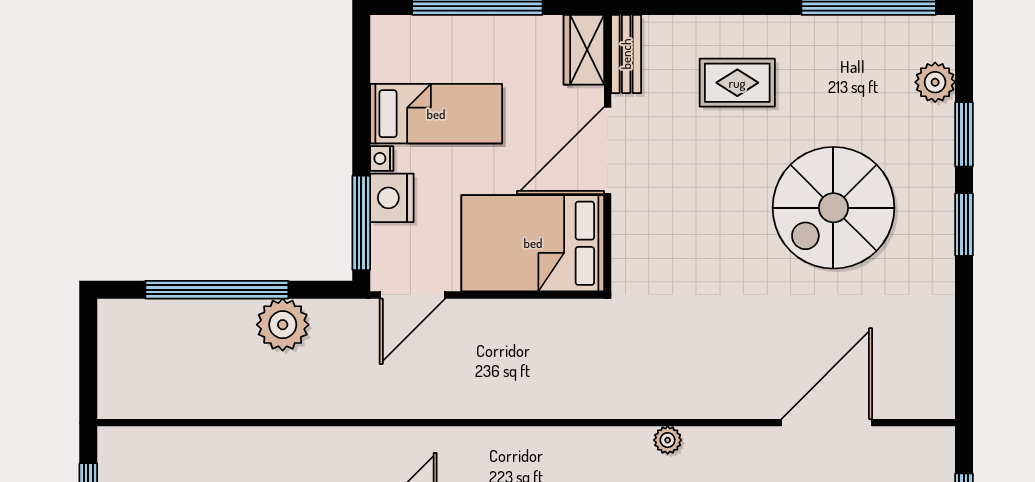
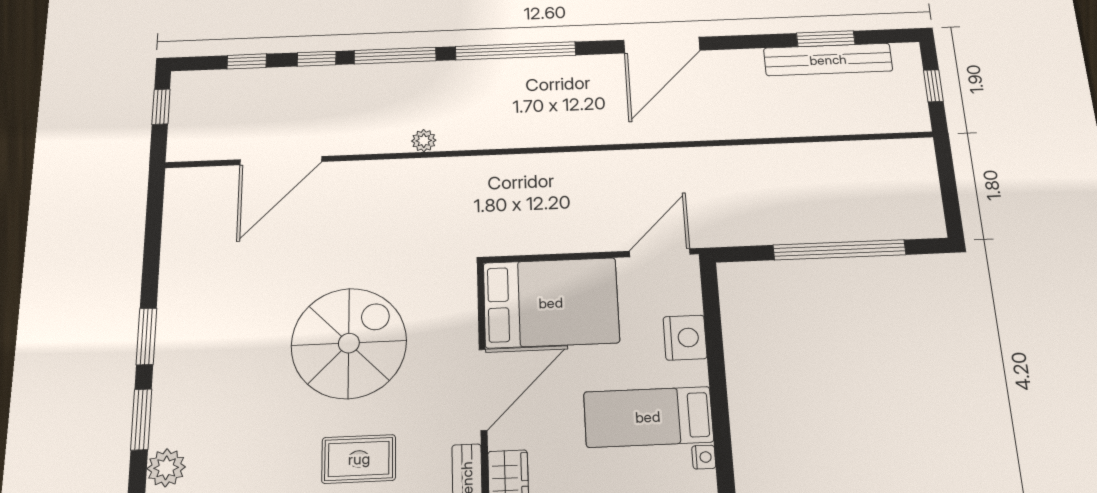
nightstand: (382, 158) -> (704, 457), moved
spiral stairs: (833, 208) -> (349, 343), moved
window: (361, 223) -> (712, 314), removed
plant: (283, 325) -> (776, 222), removed

